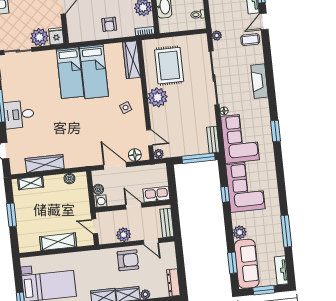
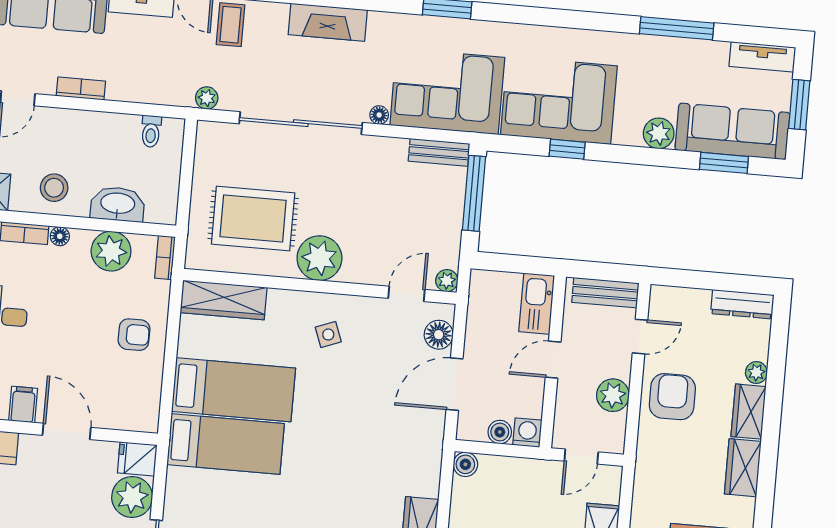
boiler: (69, 179) -> (465, 464), moved

